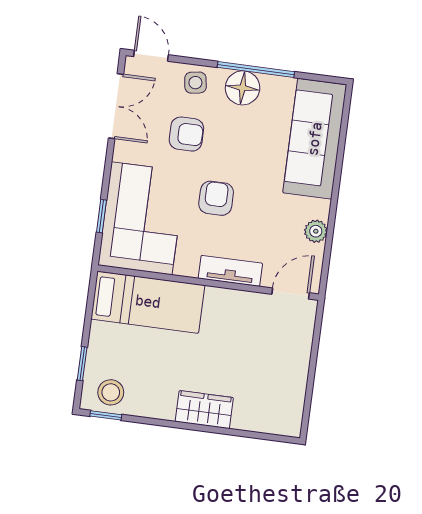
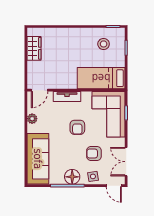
stool: (111, 392) -> (104, 44), moved
wardrobe: (204, 410) -> (34, 48), moved, turned -90

